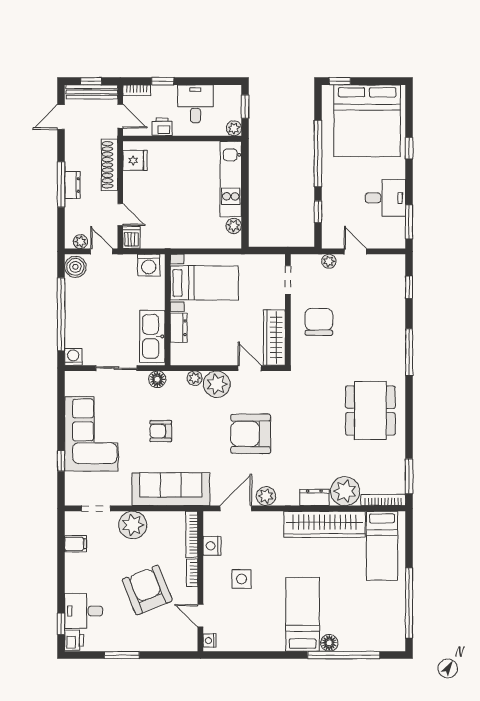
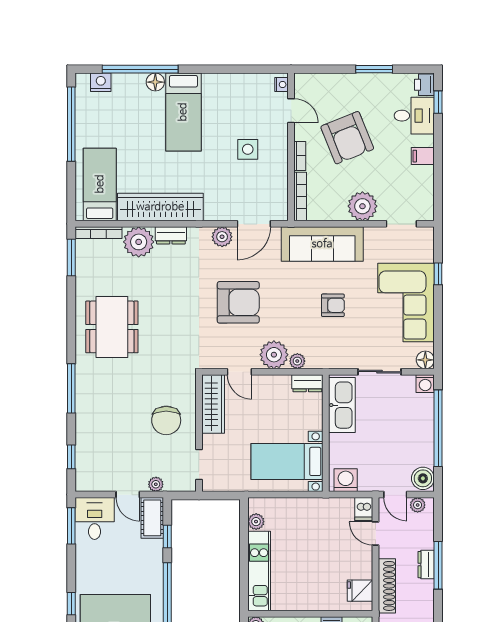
desk: (385, 198) -> (95, 518), moved, turned 90
cot: (332, 229) -> (152, 518), added
dresser: (179, 328) -> (307, 383), moved, turned -90
floor lamp: (157, 379) -> (425, 360), moved
filing cabinet: (76, 544) -> (423, 156), moved
nightstand: (212, 546) -> (101, 82), moved, turned -90

